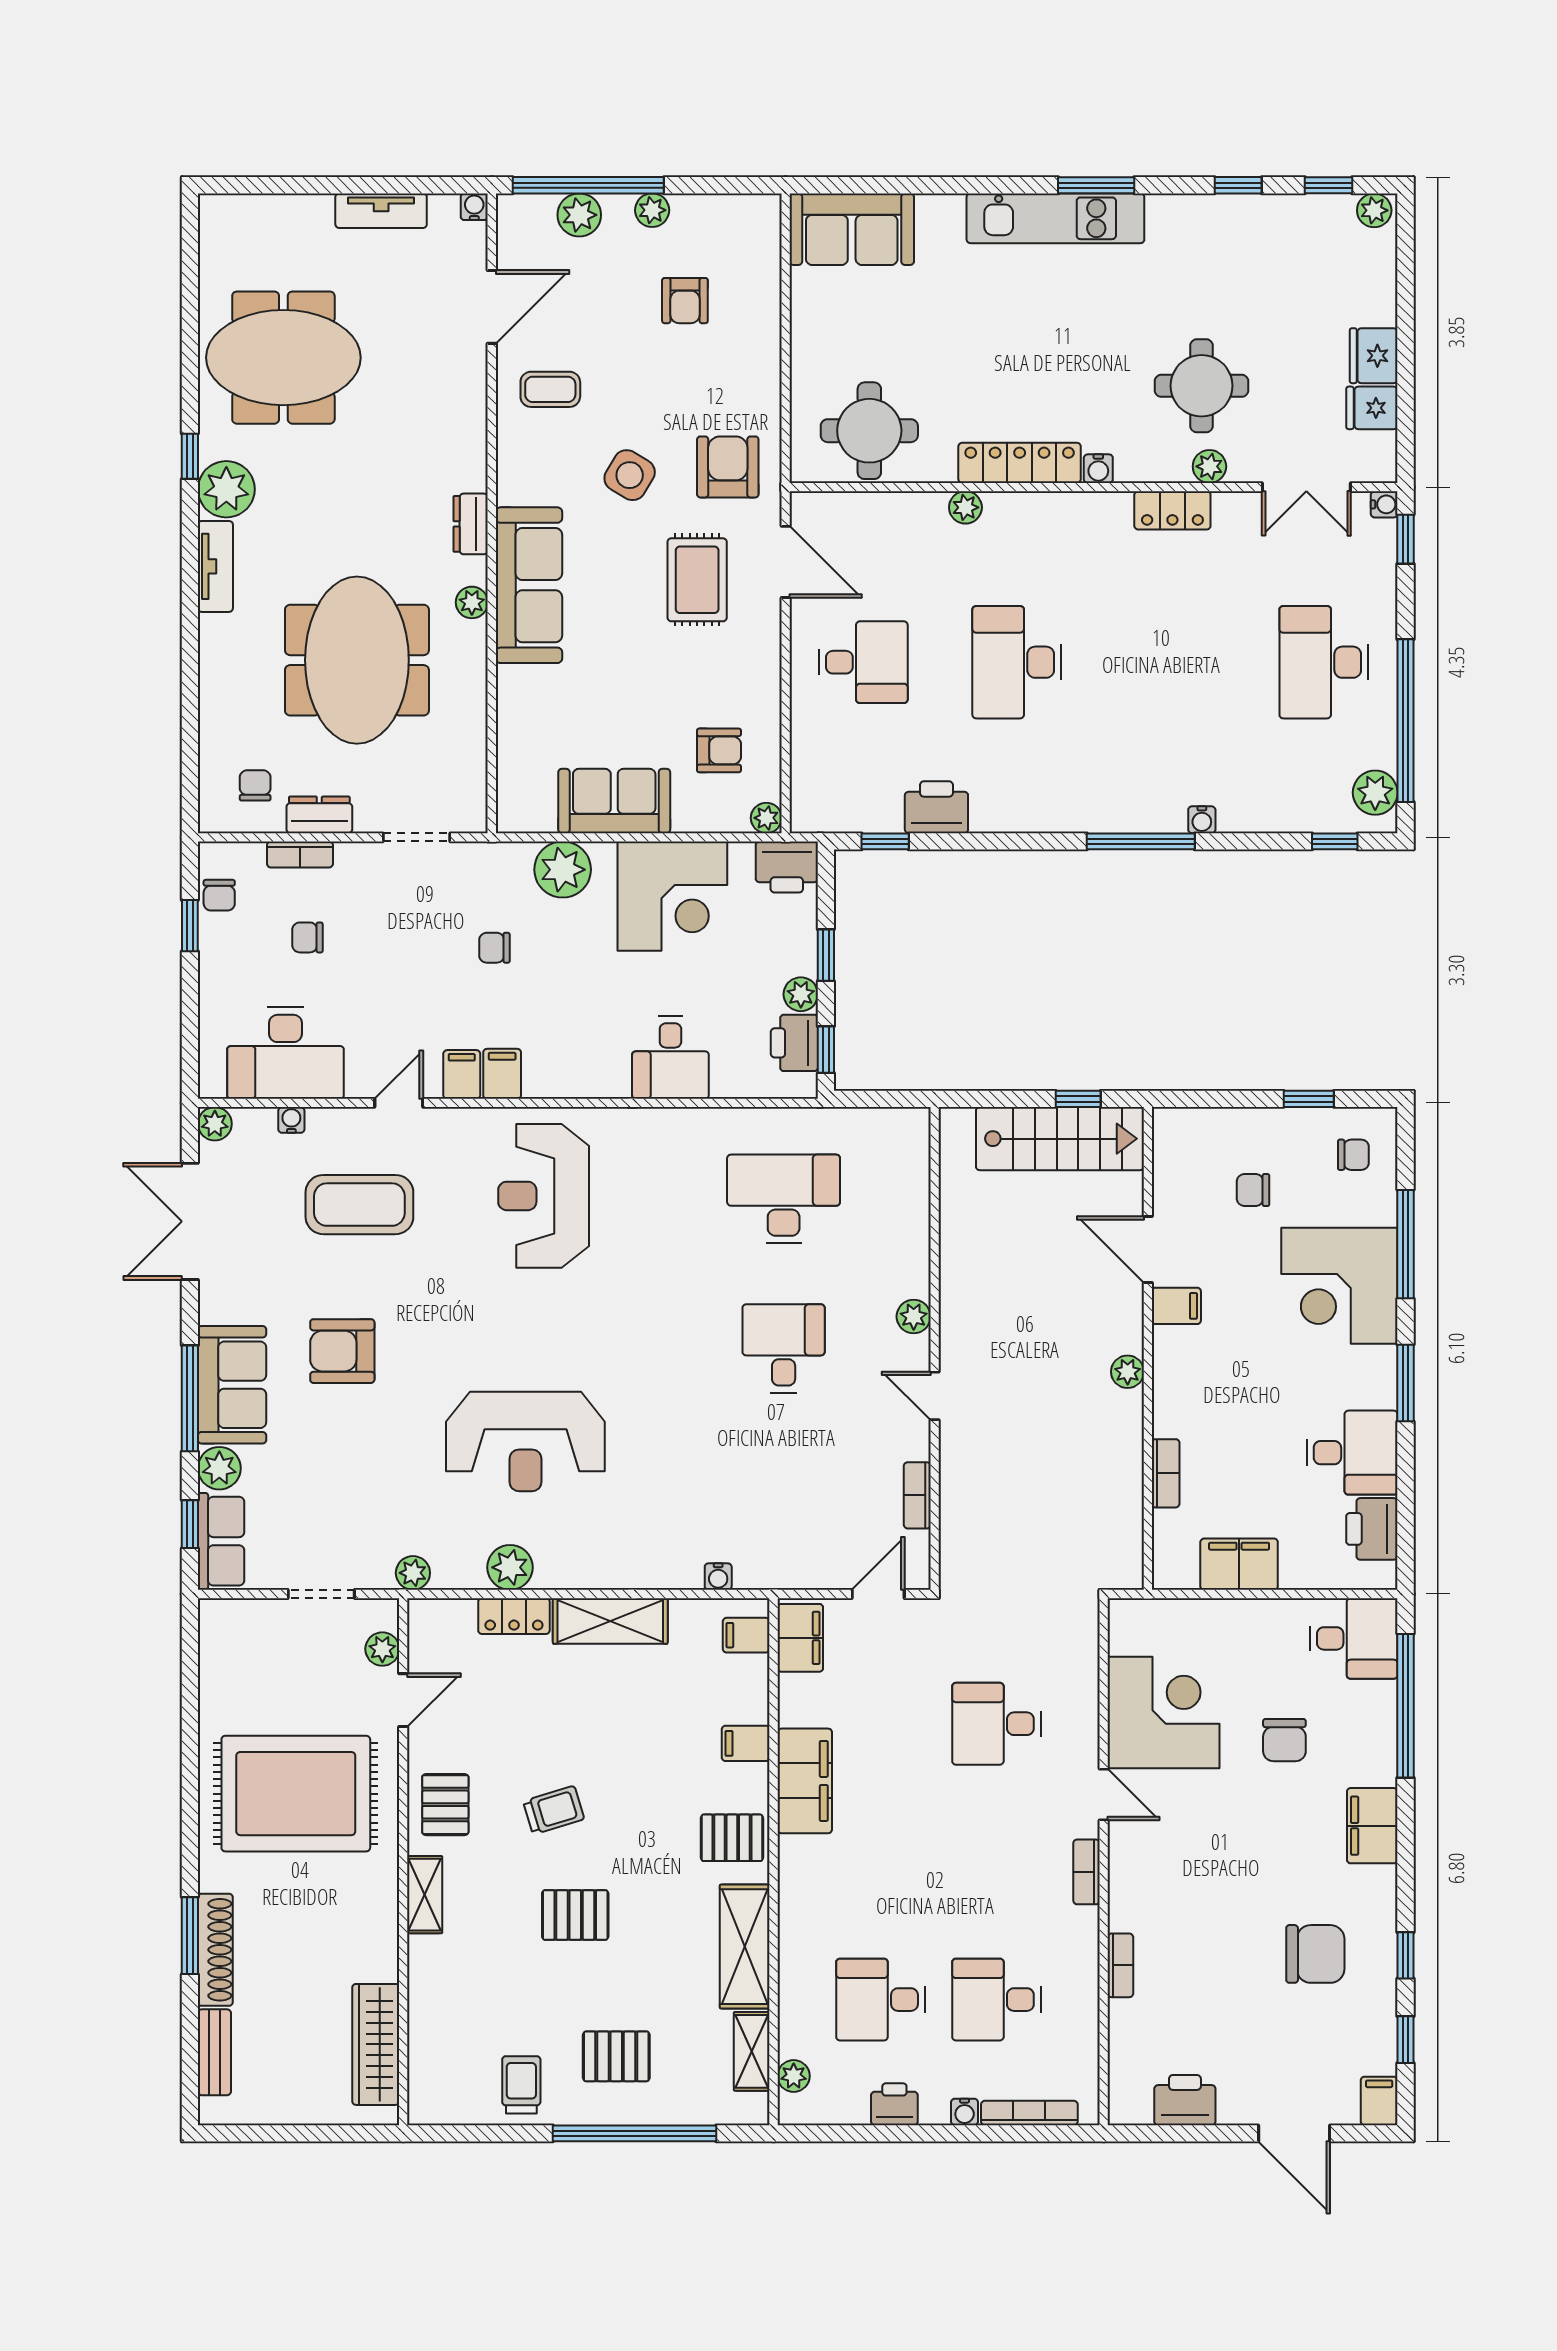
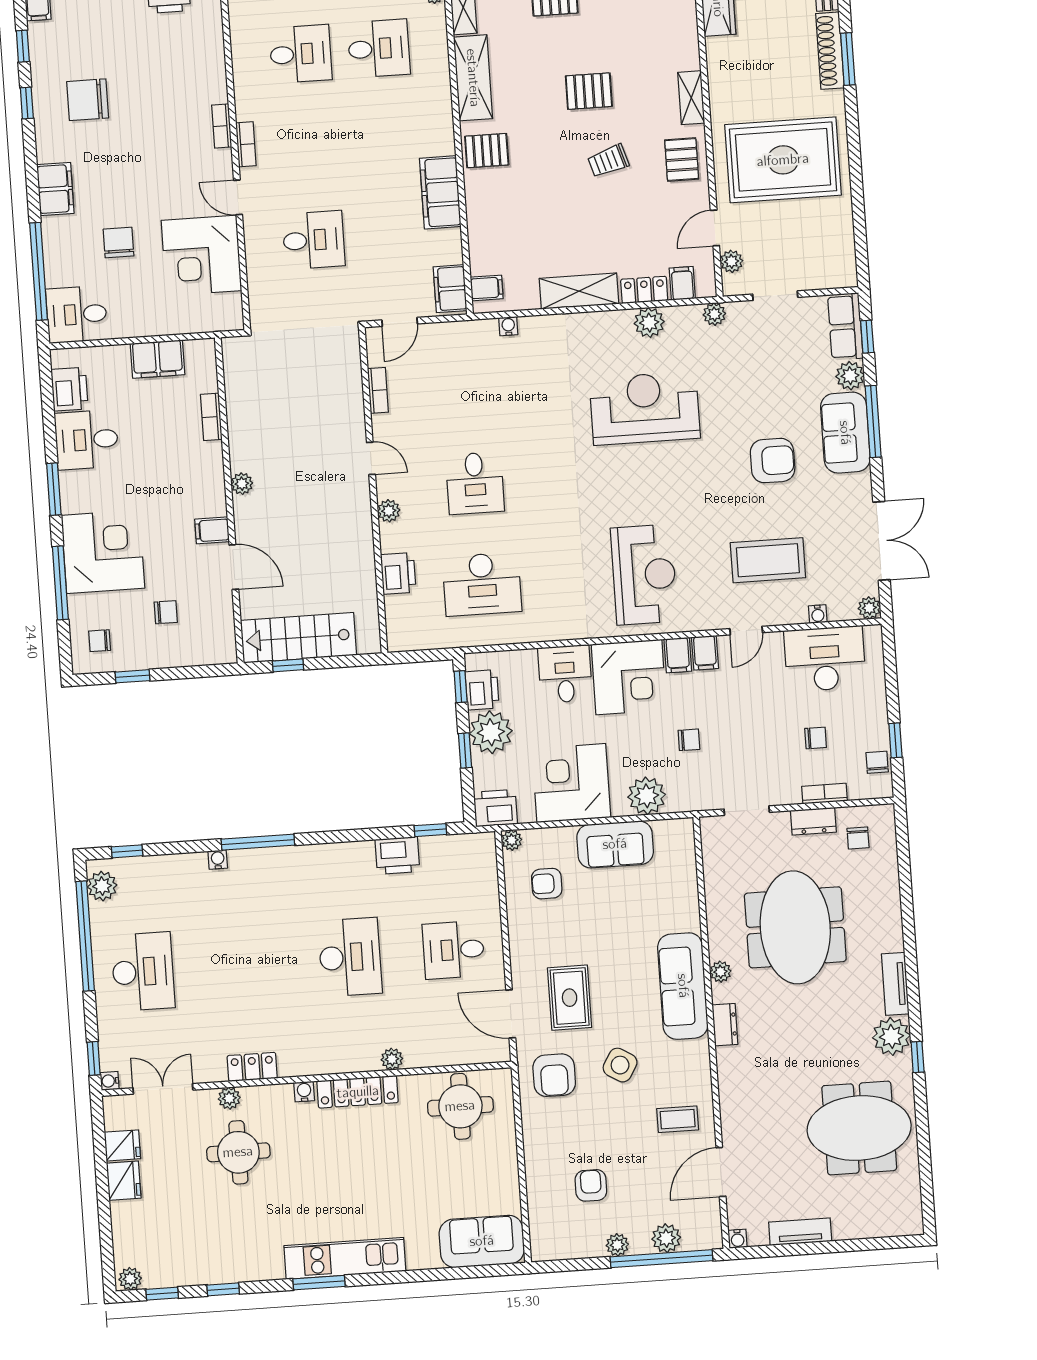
plant: (801, 994) -> (491, 732), width x1.88, depth x1.88
corner desk: (577, 1046) -> (629, 677), added
printer: (906, 1223) -> (398, 573), added
filing cabinet: (746, 1743) -> (682, 283), moved, turned -90
bookcase: (1120, 1965) -> (222, 126), moved

